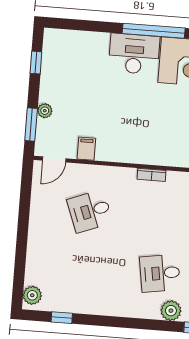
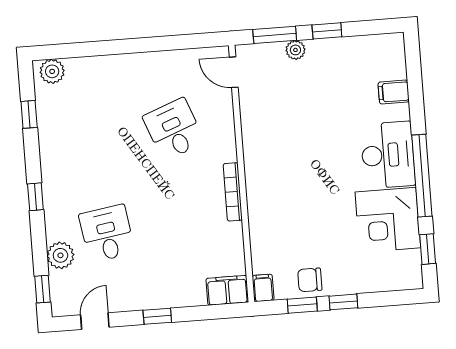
window: (36, 63) -> (327, 31), moved
filing cabinet: (86, 149) -> (394, 92), moved, turned 180
bookcase: (152, 175) -> (233, 192), width x1.56
window: (124, 322) -> (35, 197), added

